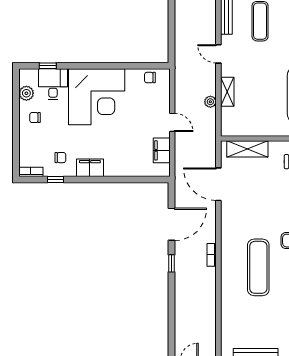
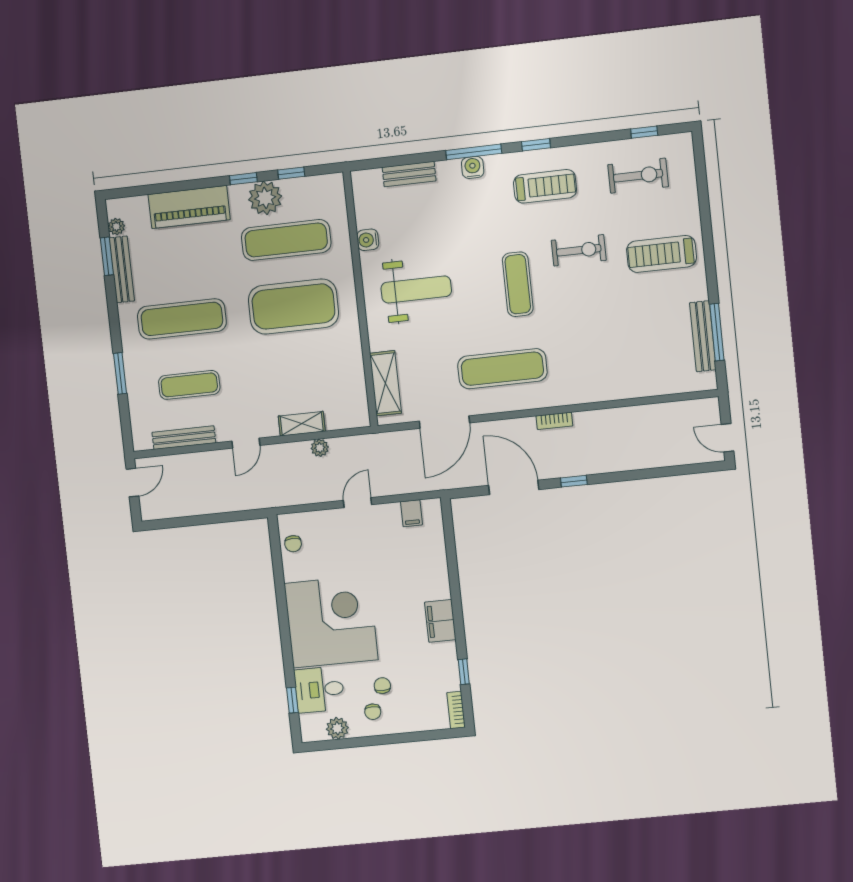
filing cabinet: (162, 150) -> (411, 513), width x0.50
chair: (60, 158) -> (382, 686), moved
exercise mat: (258, 267) -> (502, 369), moved

